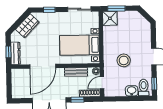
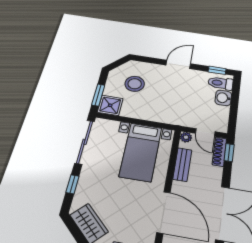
sliding door: (79, 9) -> (85, 142), width x1.37
stool: (124, 60) -> (135, 84), moved
window: (77, 100) -> (229, 153), moved

